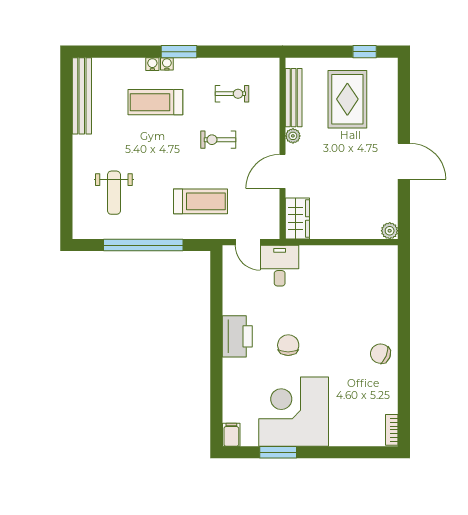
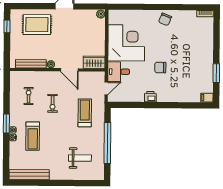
rug: (347, 99) -> (37, 25), moved
printer: (237, 336) -> (150, 97), width x0.53, depth x0.68
corner desk: (294, 412) -> (126, 43), moved, turned 180

